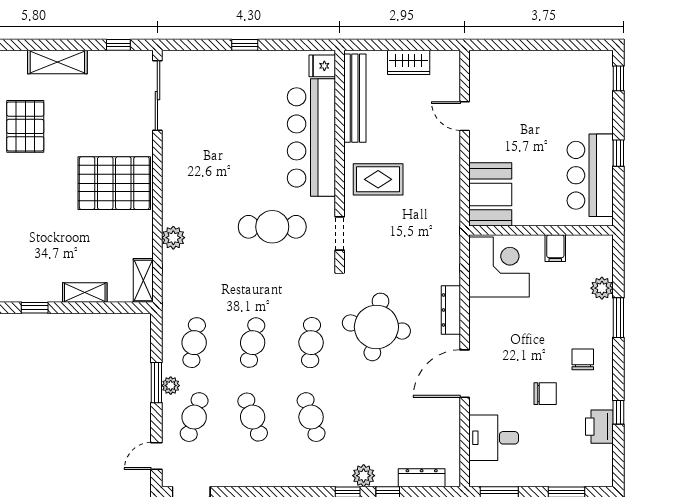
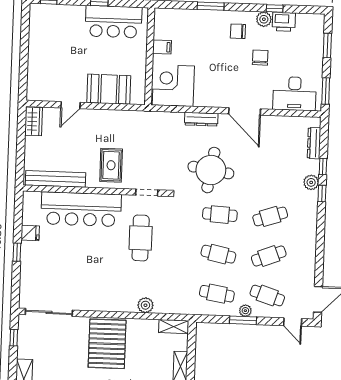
wardrobe: (409, 62) -> (34, 121), moved
fridge: (322, 66) -> (30, 233), moved, turned -90
booth: (490, 194) -> (109, 89), moved
plant: (602, 288) -> (264, 19), moved
desk: (494, 438) -> (295, 94), width x1.37

